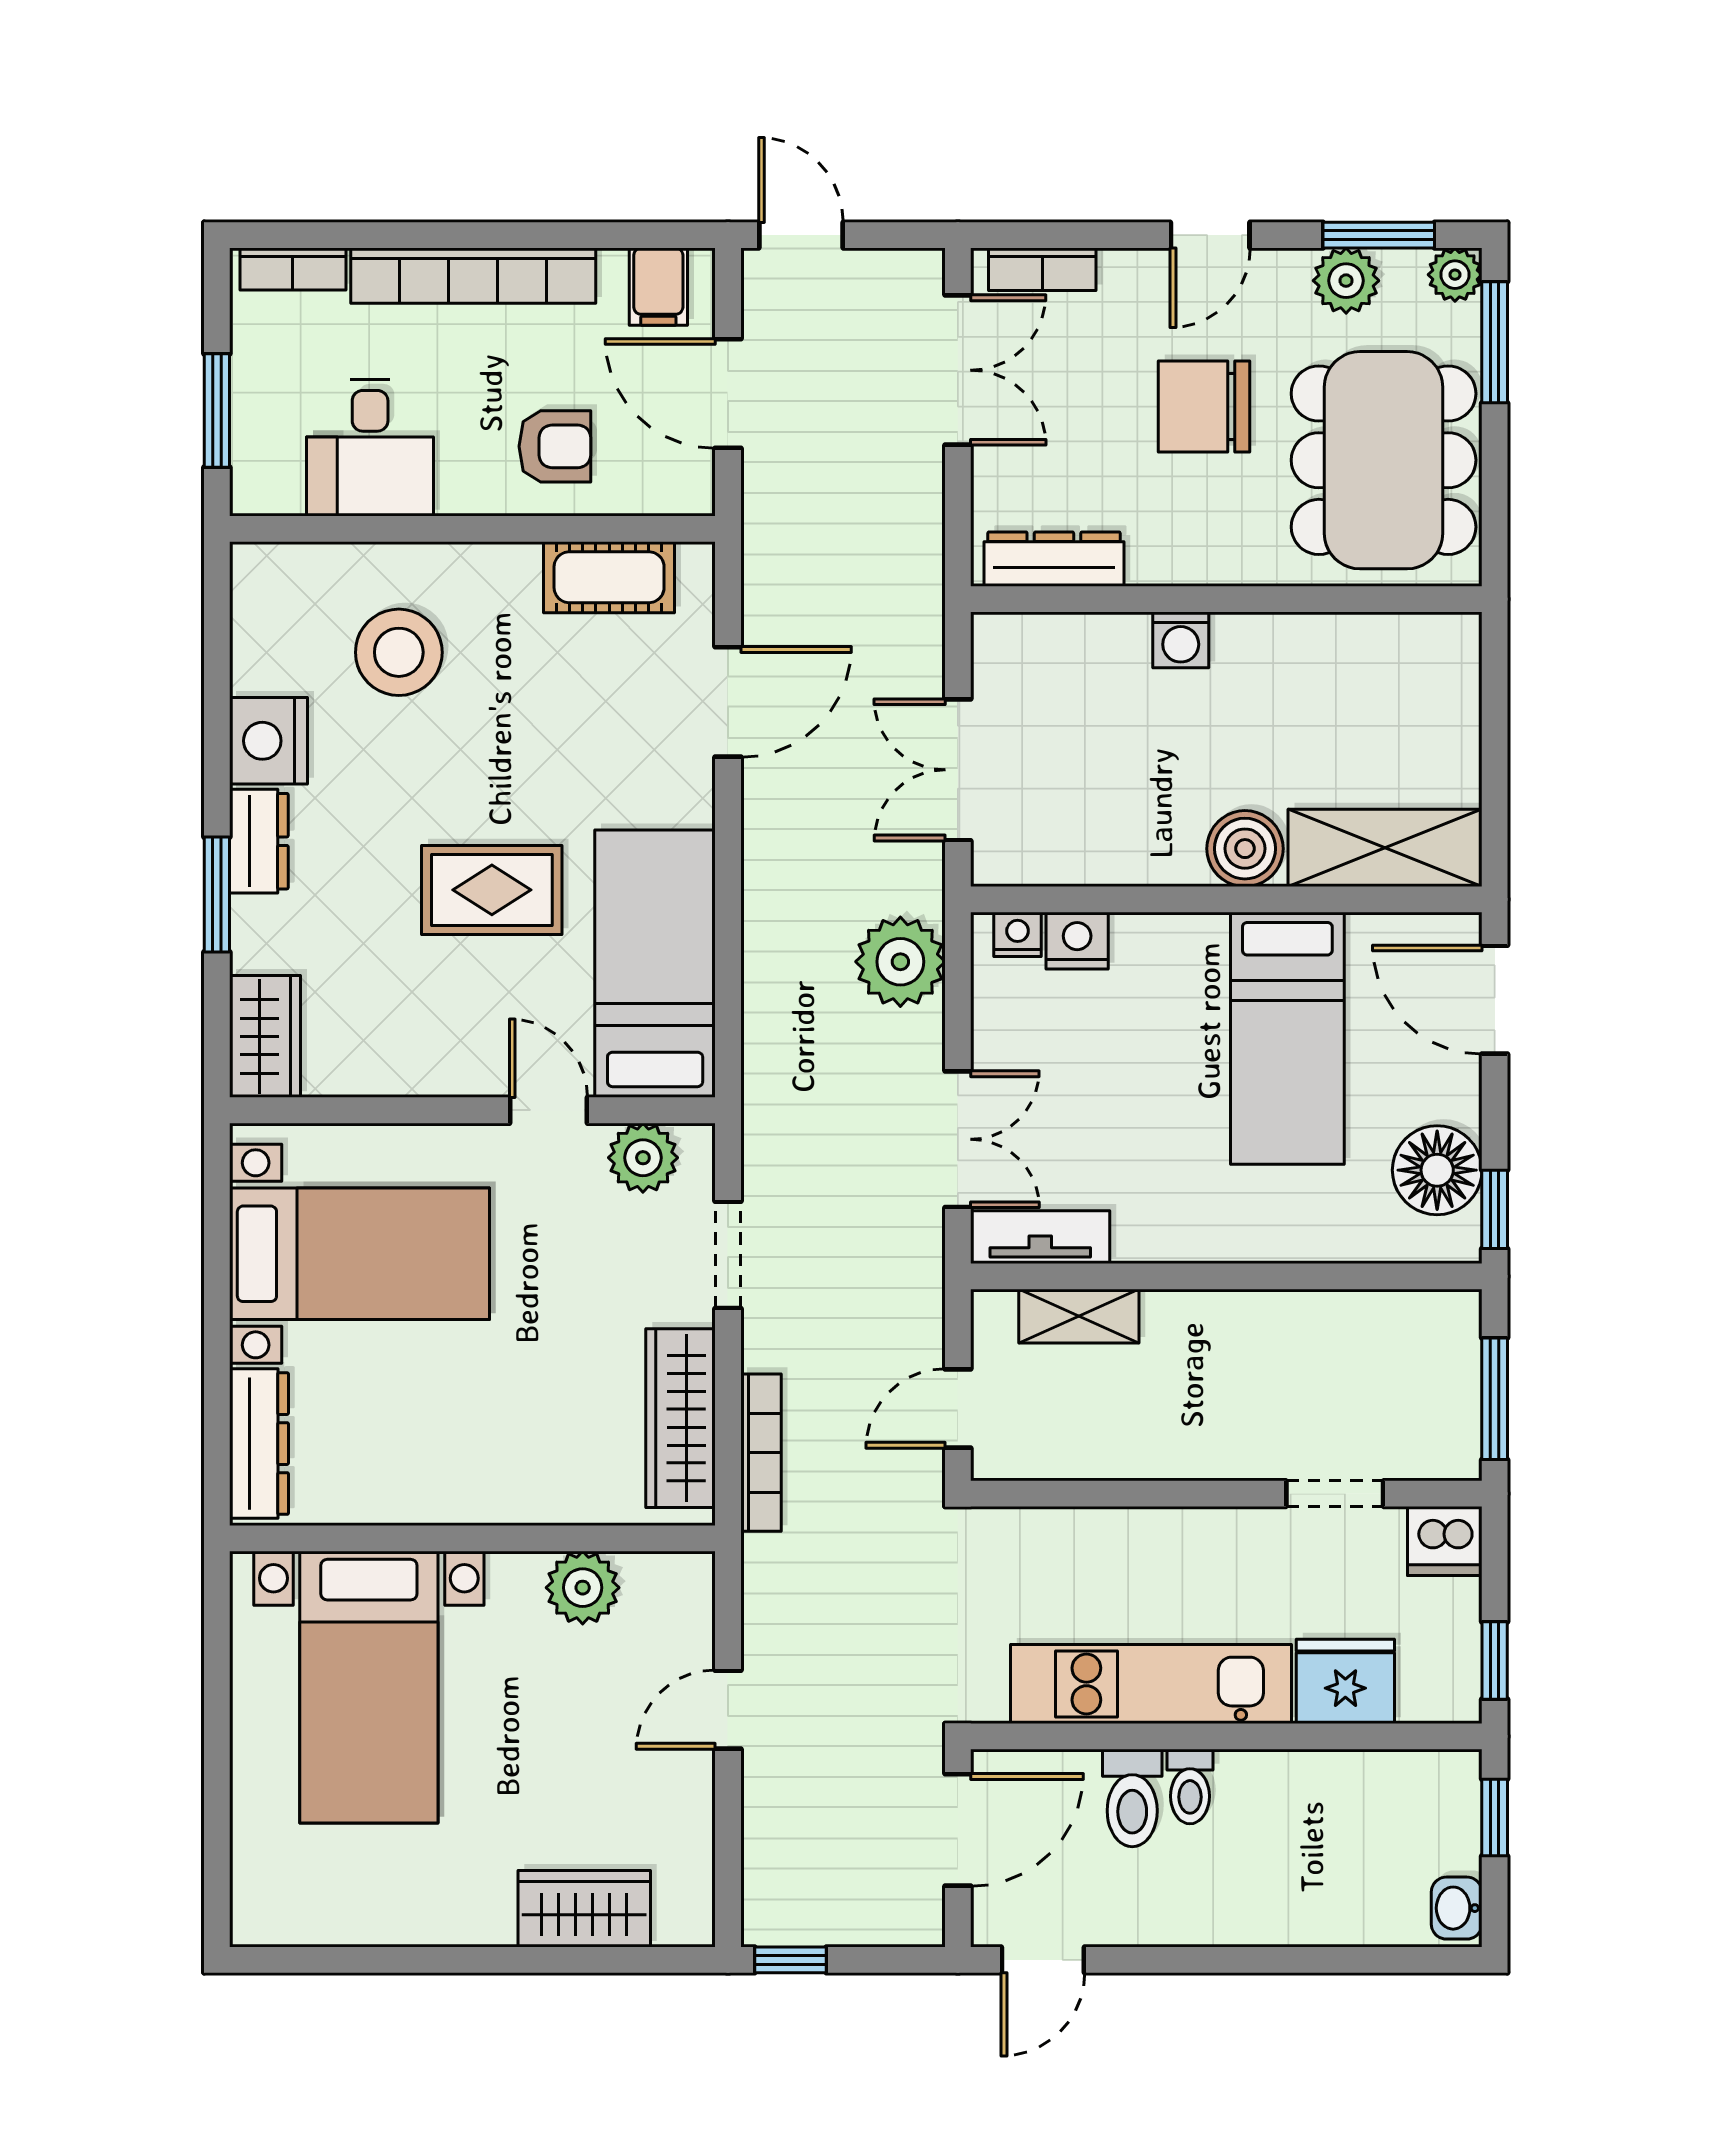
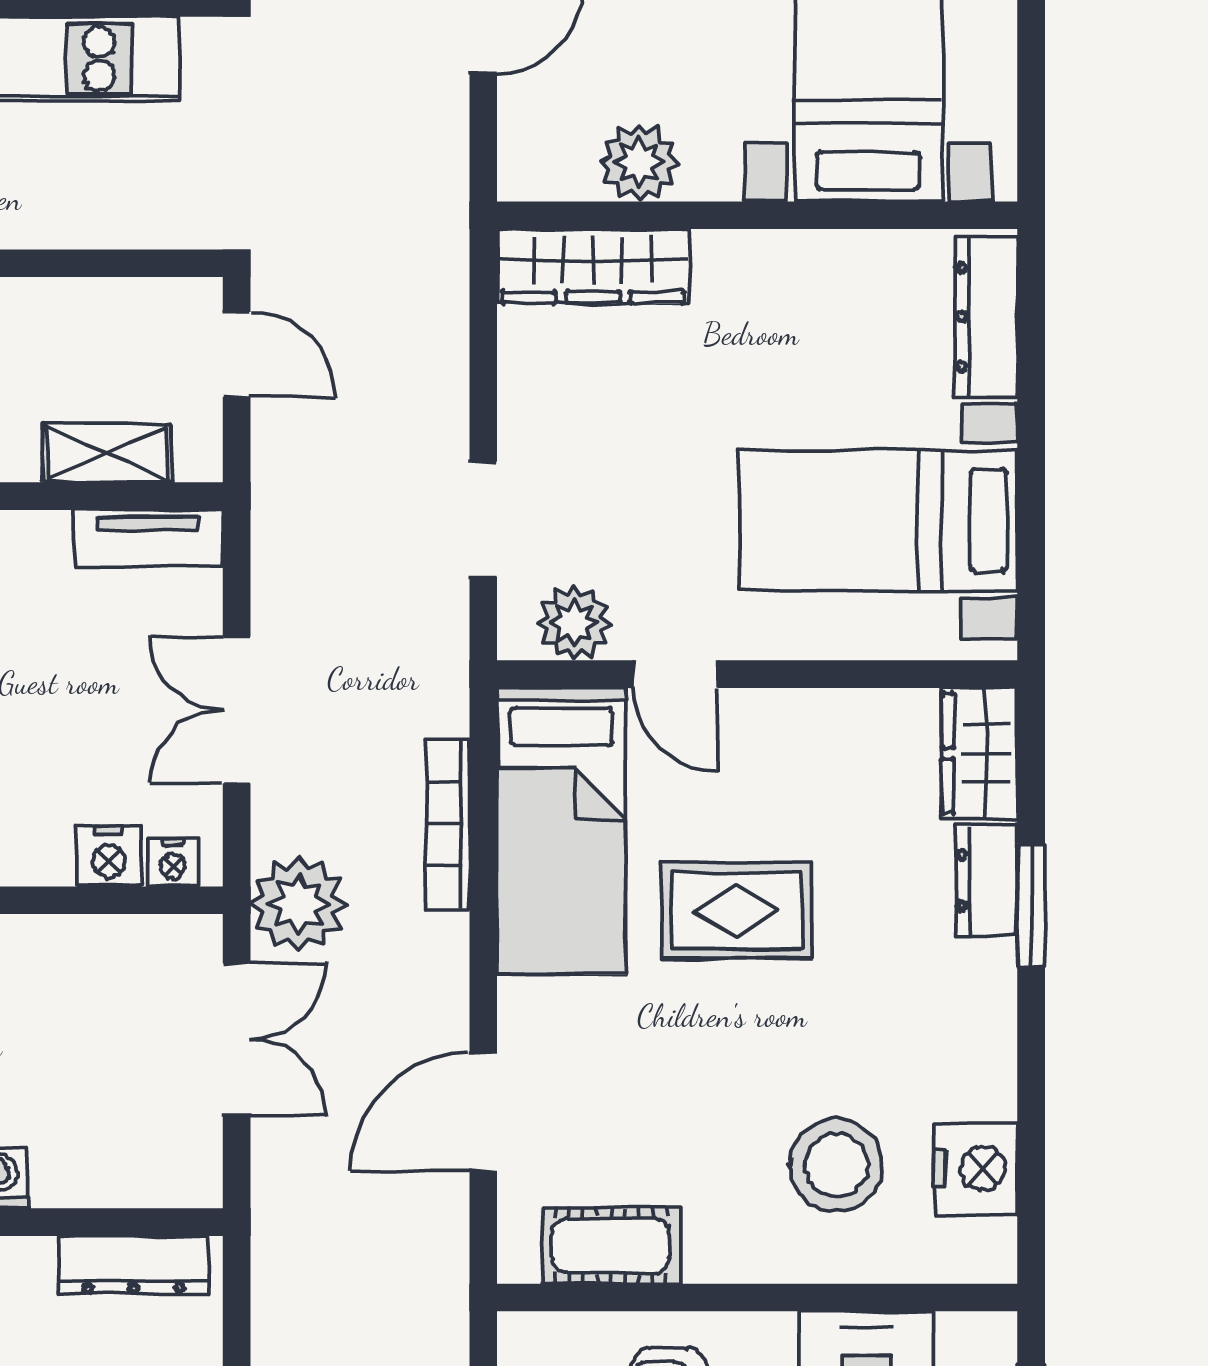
nightstand: (269, 741) -> (976, 1168), moved
dresser: (259, 841) -> (986, 880), moved
plant: (900, 962) -> (298, 904), moved
double door: (958, 1139) -> (237, 710), moved
door: (958, 1408) -> (237, 354), hinge flipped
wardrobe: (681, 1418) -> (593, 266), moved, turned 90
bookcase: (761, 1453) -> (448, 824), moved

